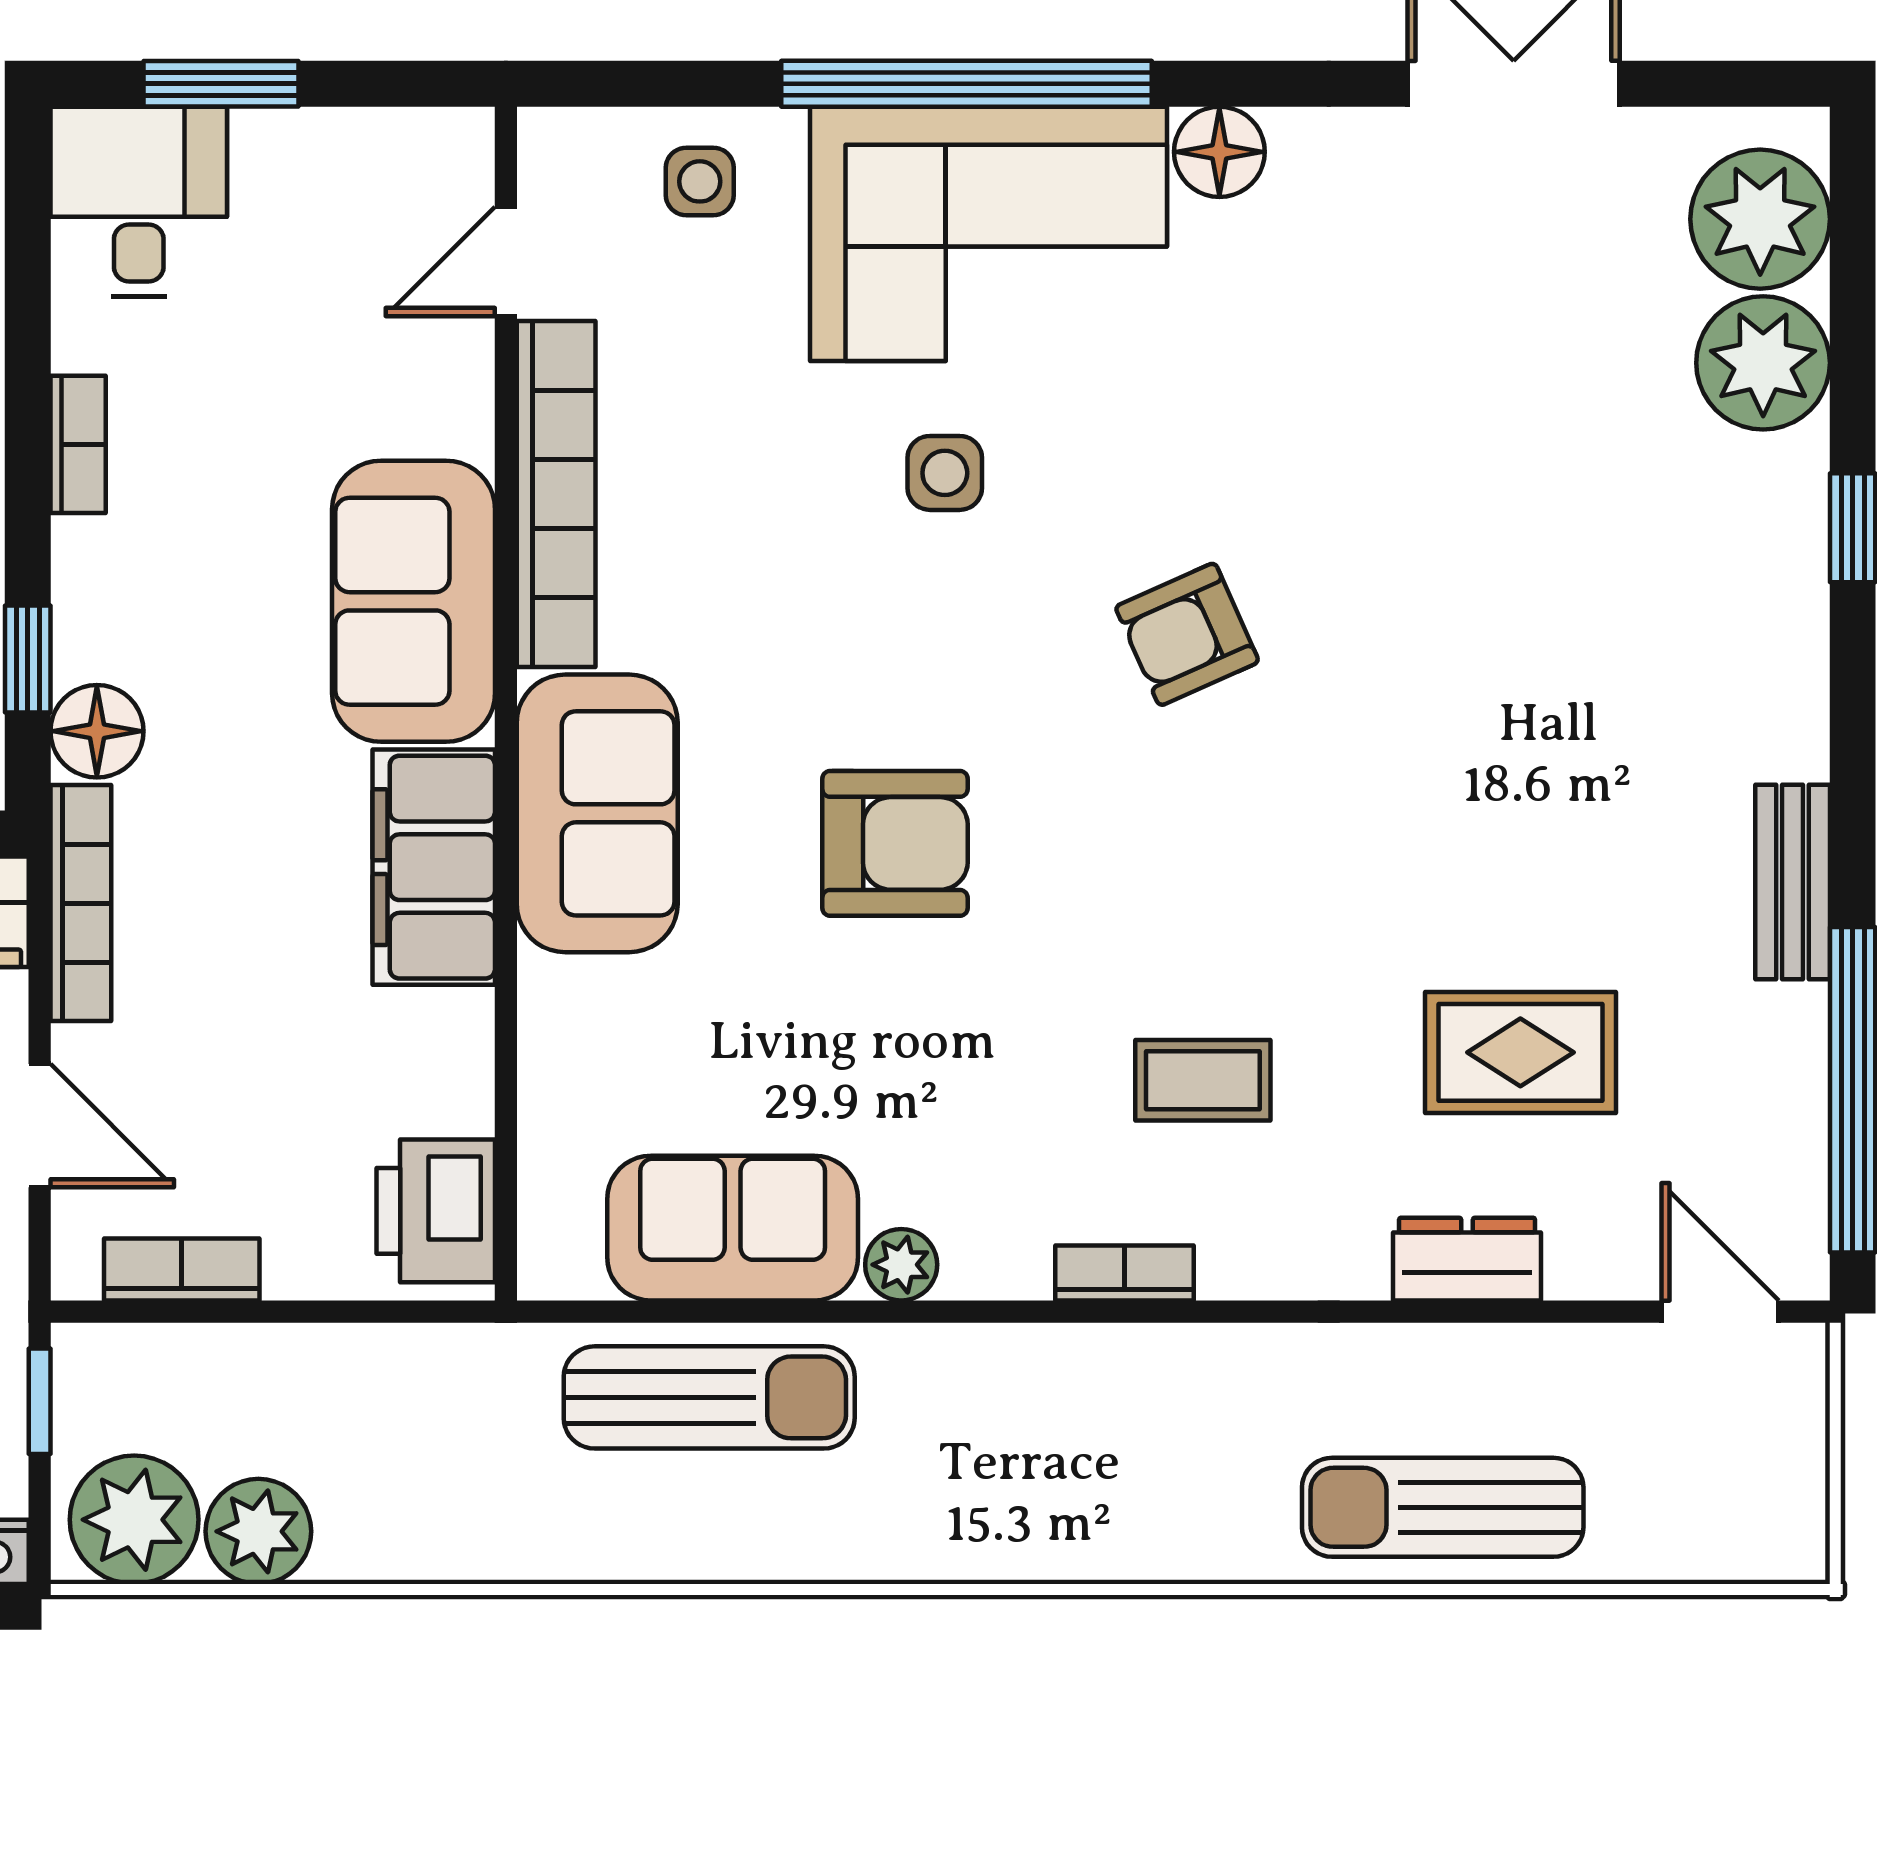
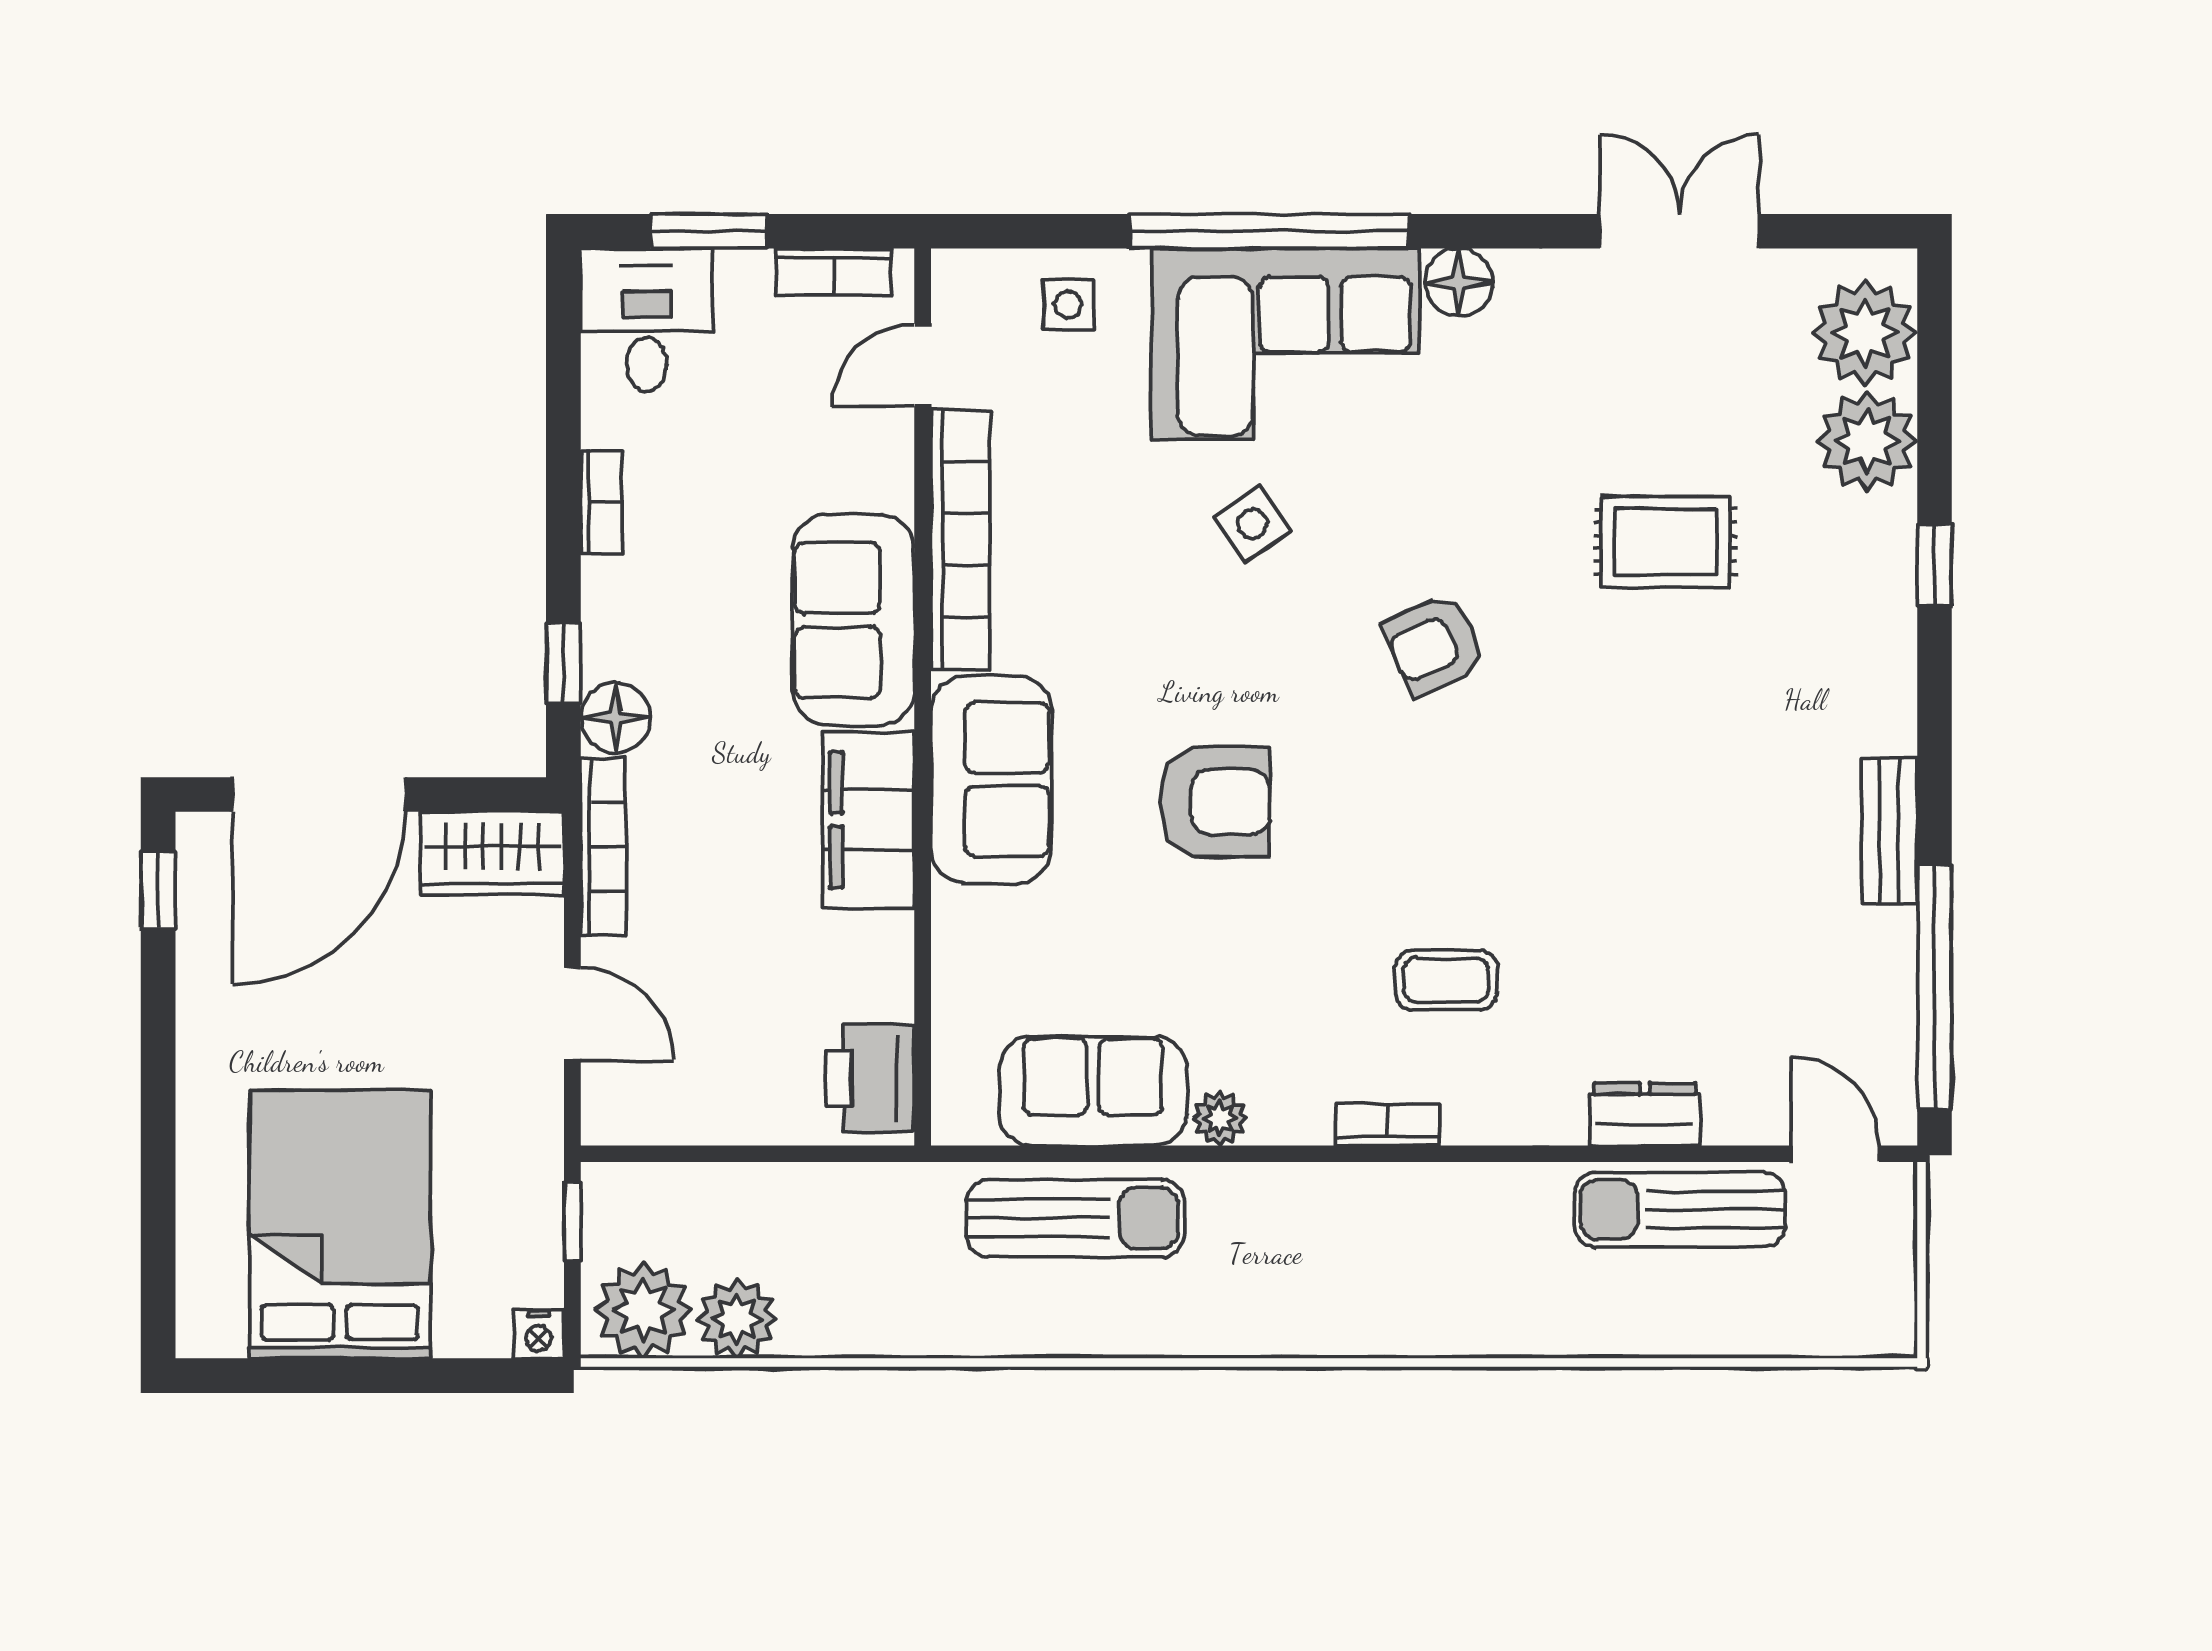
side table: (945, 473) -> (1252, 524), turned -34
rug: (1520, 1052) -> (1666, 542), moved
bookcase: (182, 1270) -> (834, 272), moved, turned 180
sun lounger: (1443, 1507) -> (1680, 1210), moved

